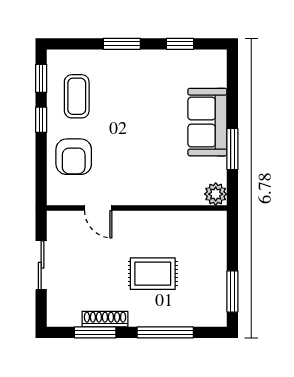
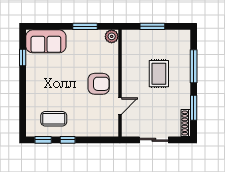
window: (122, 44) -> (23, 92), removed
sofa: (207, 122) -> (46, 41), moved
armchair: (74, 157) -> (99, 84), moved
window: (232, 291) -> (152, 26), moved
shoe rack: (105, 319) -> (186, 123), moved

